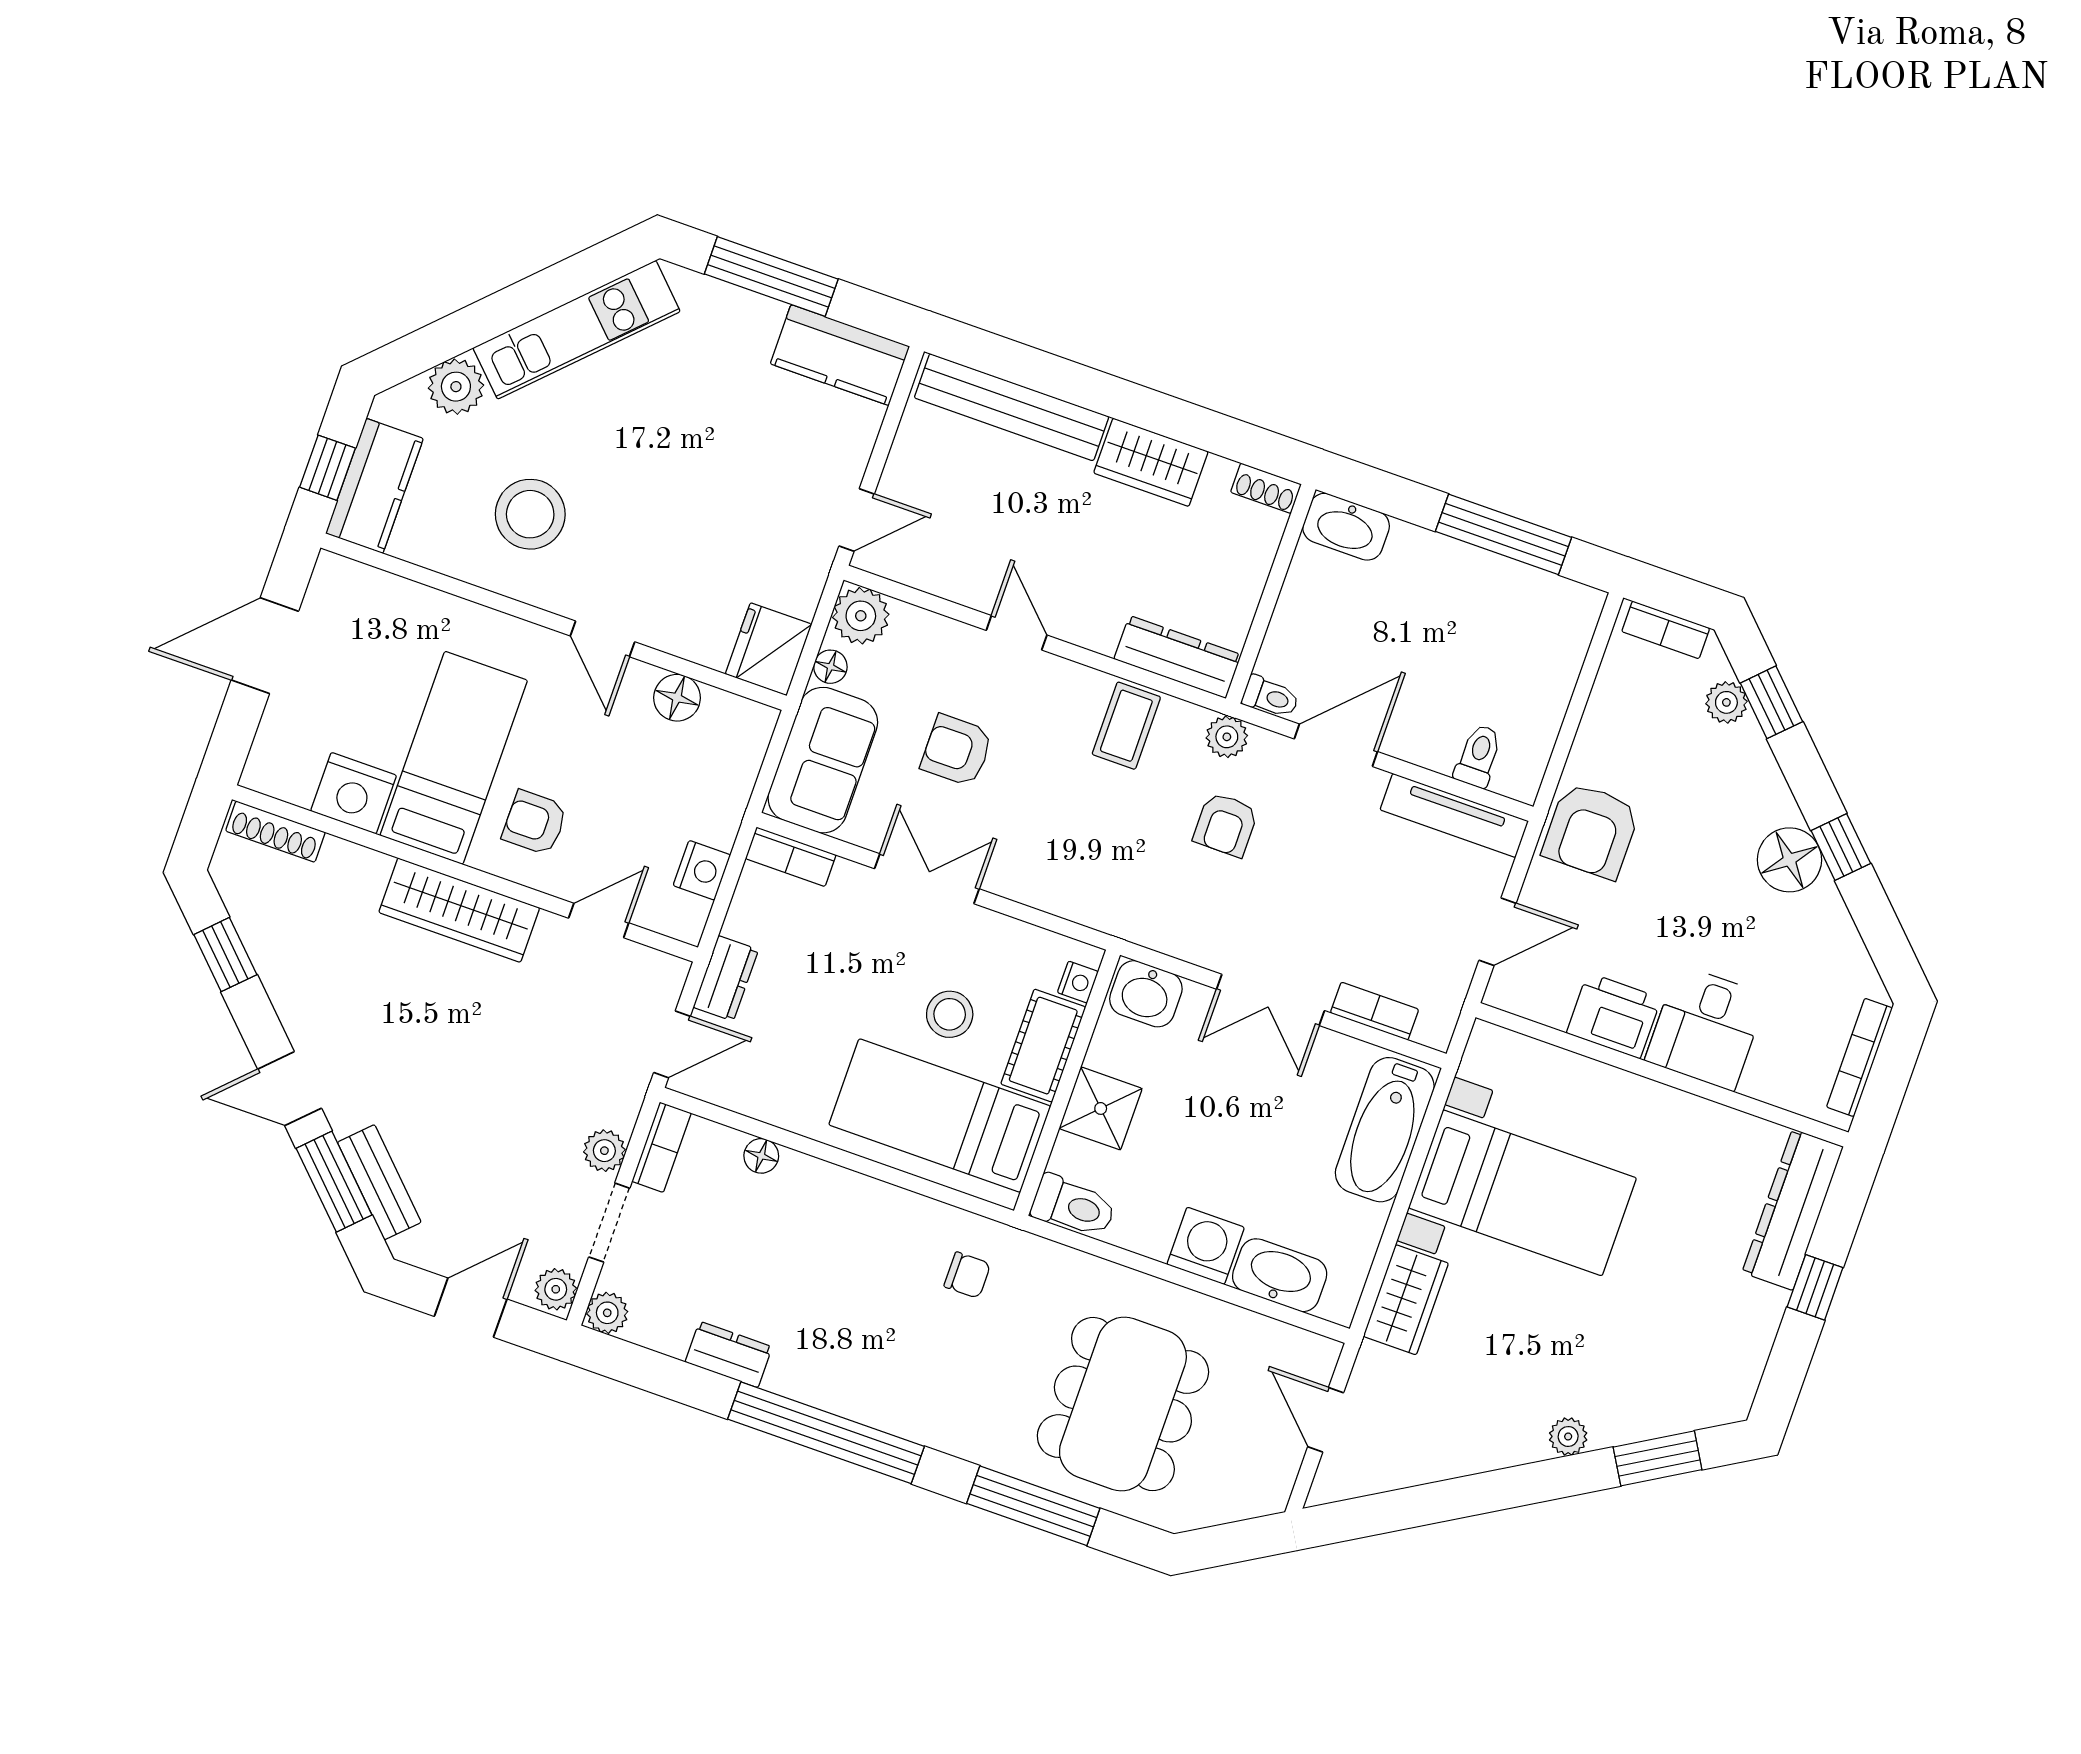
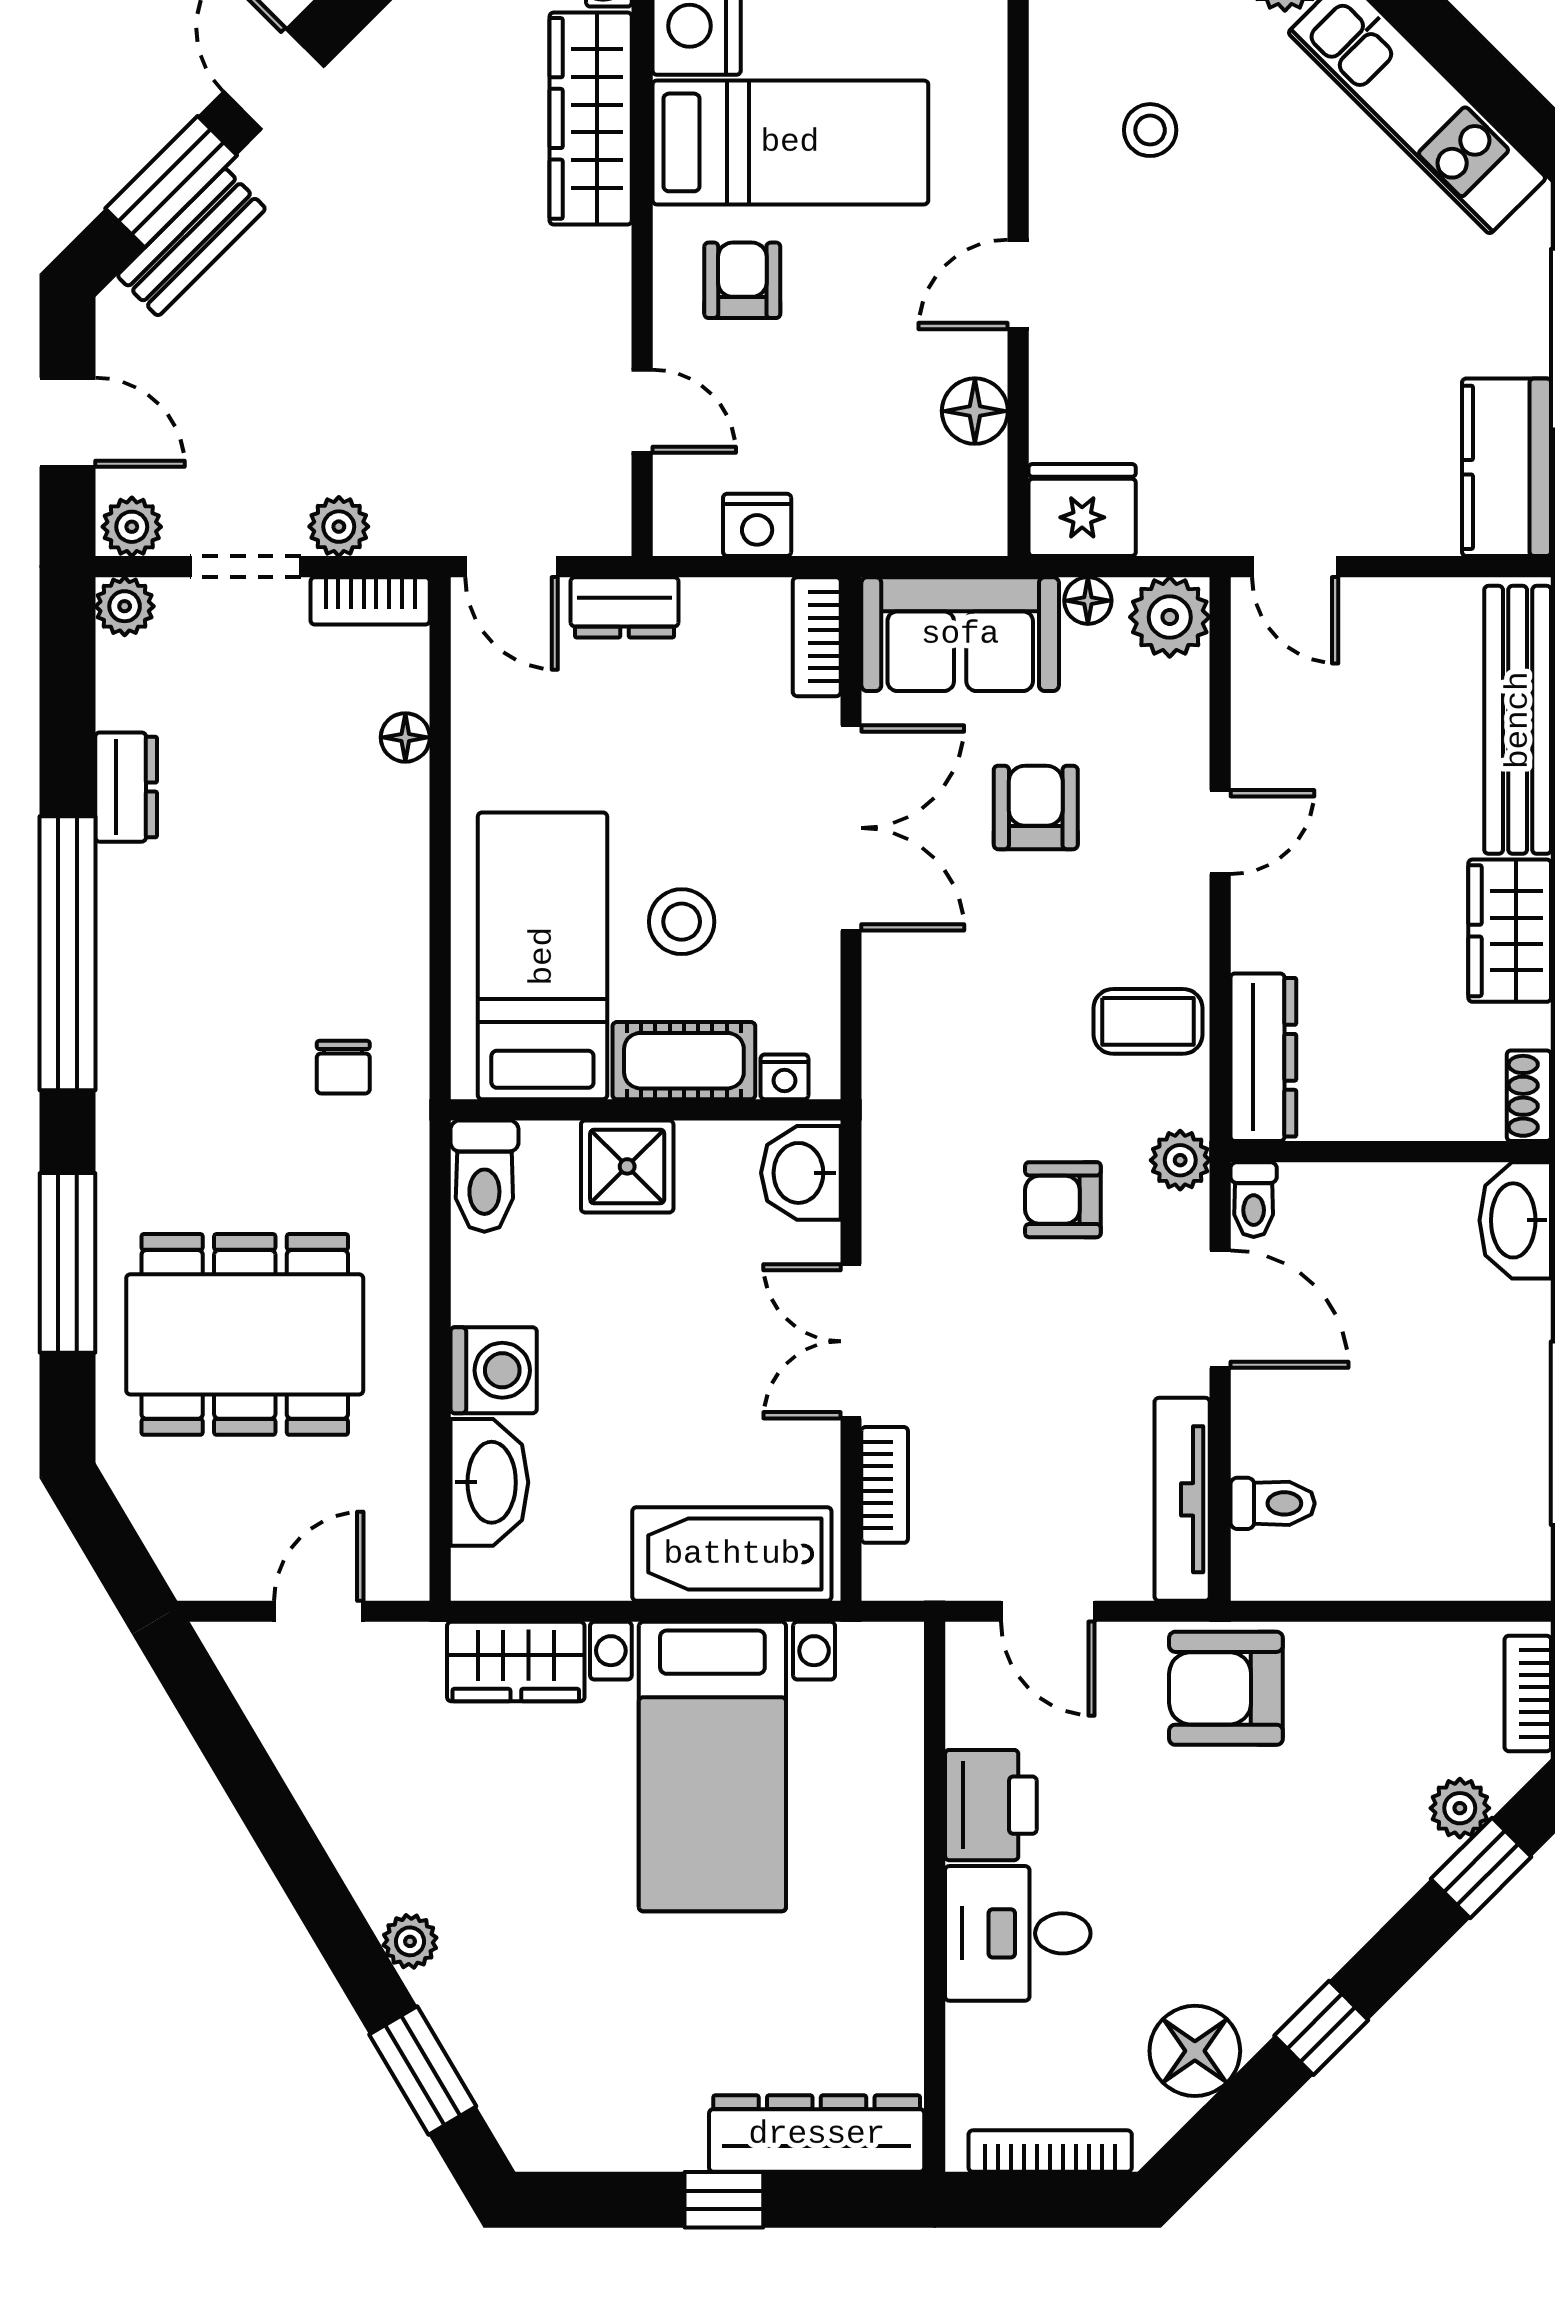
stool: (530, 514) -> (1150, 130), width x0.53, depth x0.53
floor lamp: (1789, 860) -> (1195, 2051), moved
double door: (927, 879) -> (851, 828), width x1.37
wardrobe: (459, 910) -> (591, 118), moved

